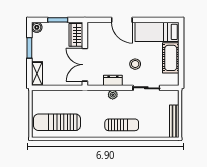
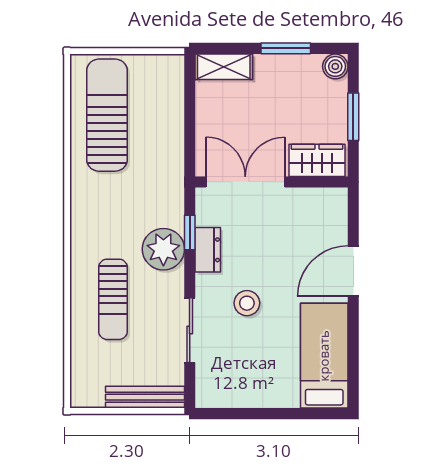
cot: (171, 58) -> (262, 389), removed
window: (106, 88) -> (190, 232), added
plant: (113, 95) -> (163, 249), width x1.87, depth x1.87
bench: (174, 121) -> (145, 397), moved
sun lounger: (122, 125) -> (113, 299), moved

